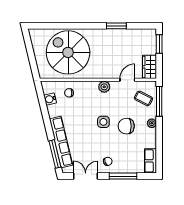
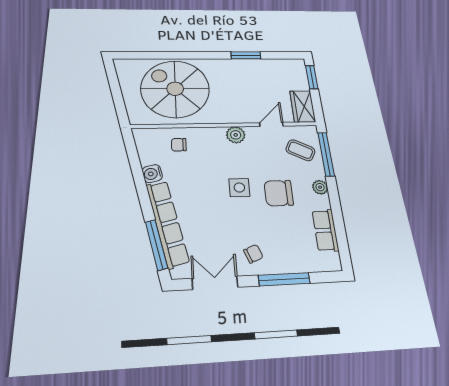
water cooler: (50, 99) -> (152, 174), moved
row of seats: (150, 161) -> (325, 230), moved

